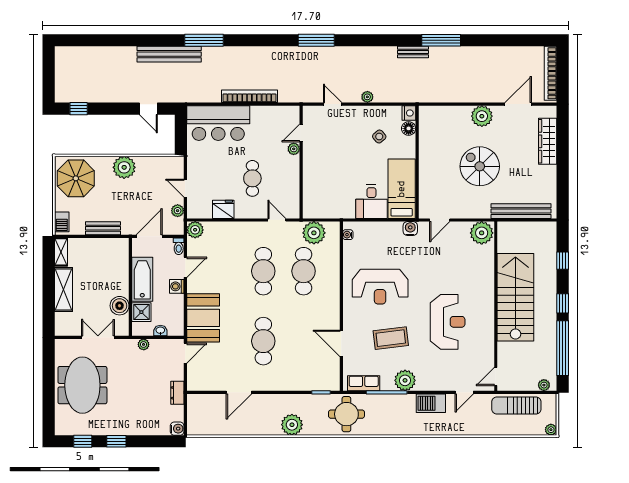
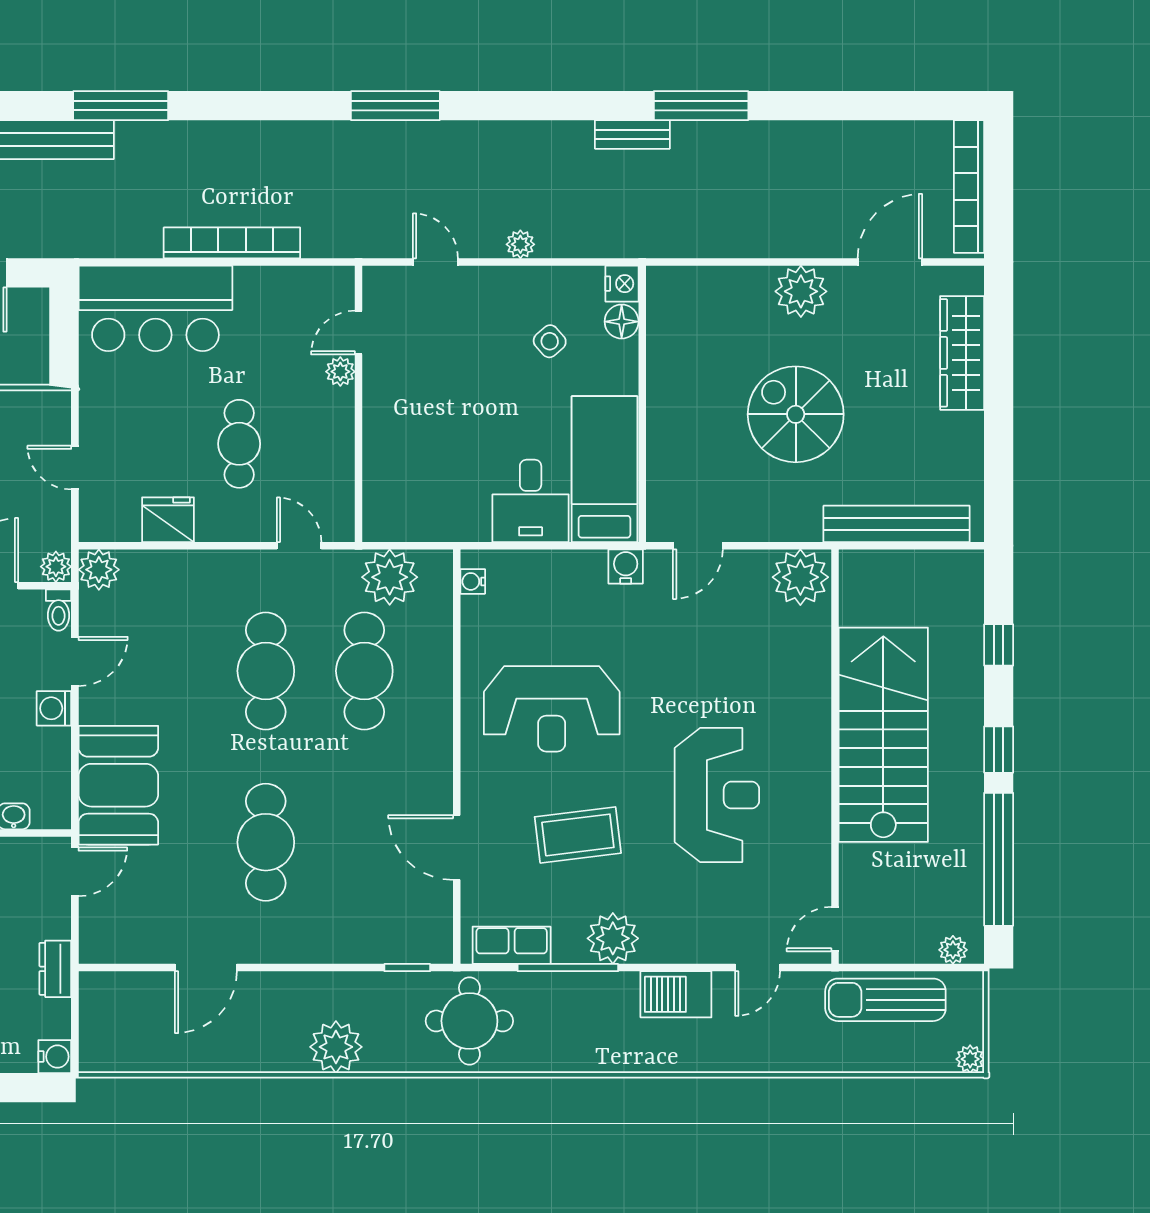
plant: (178, 211) -> (56, 567), moved

